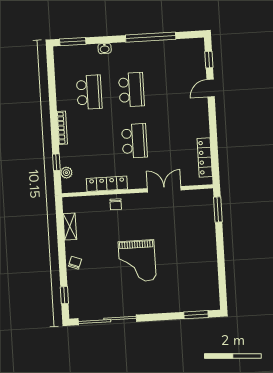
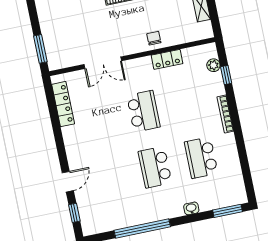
school desk: (134, 141) -> (143, 111), turned 180
locker: (107, 184) -> (167, 59), width x0.66

